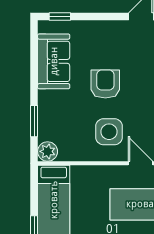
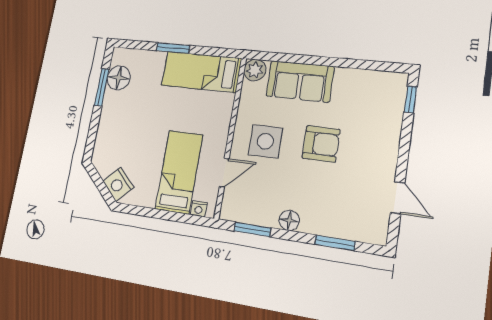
sofa: (54, 61) -> (300, 81), moved
window: (34, 121) -> (291, 58), removed

